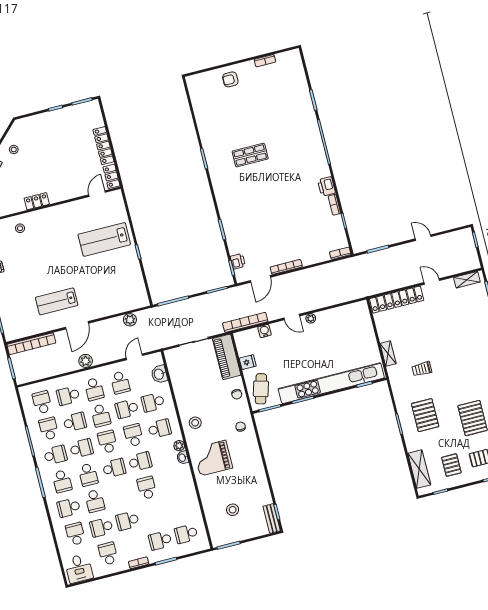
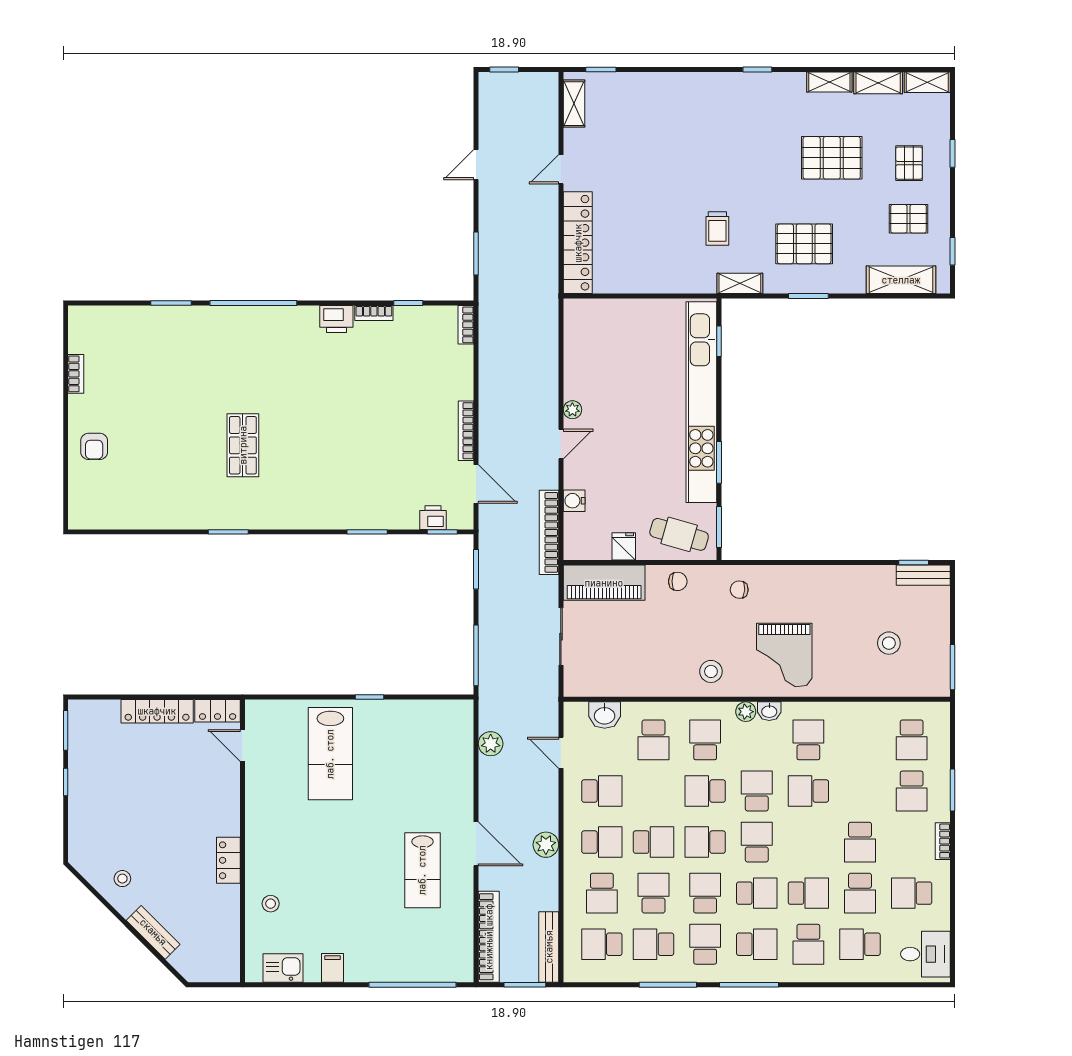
shelving: (388, 354) -> (740, 283), moved
bench: (34, 376) -> (549, 947), added
school desk: (127, 409) -> (808, 740), moved, turned 180

